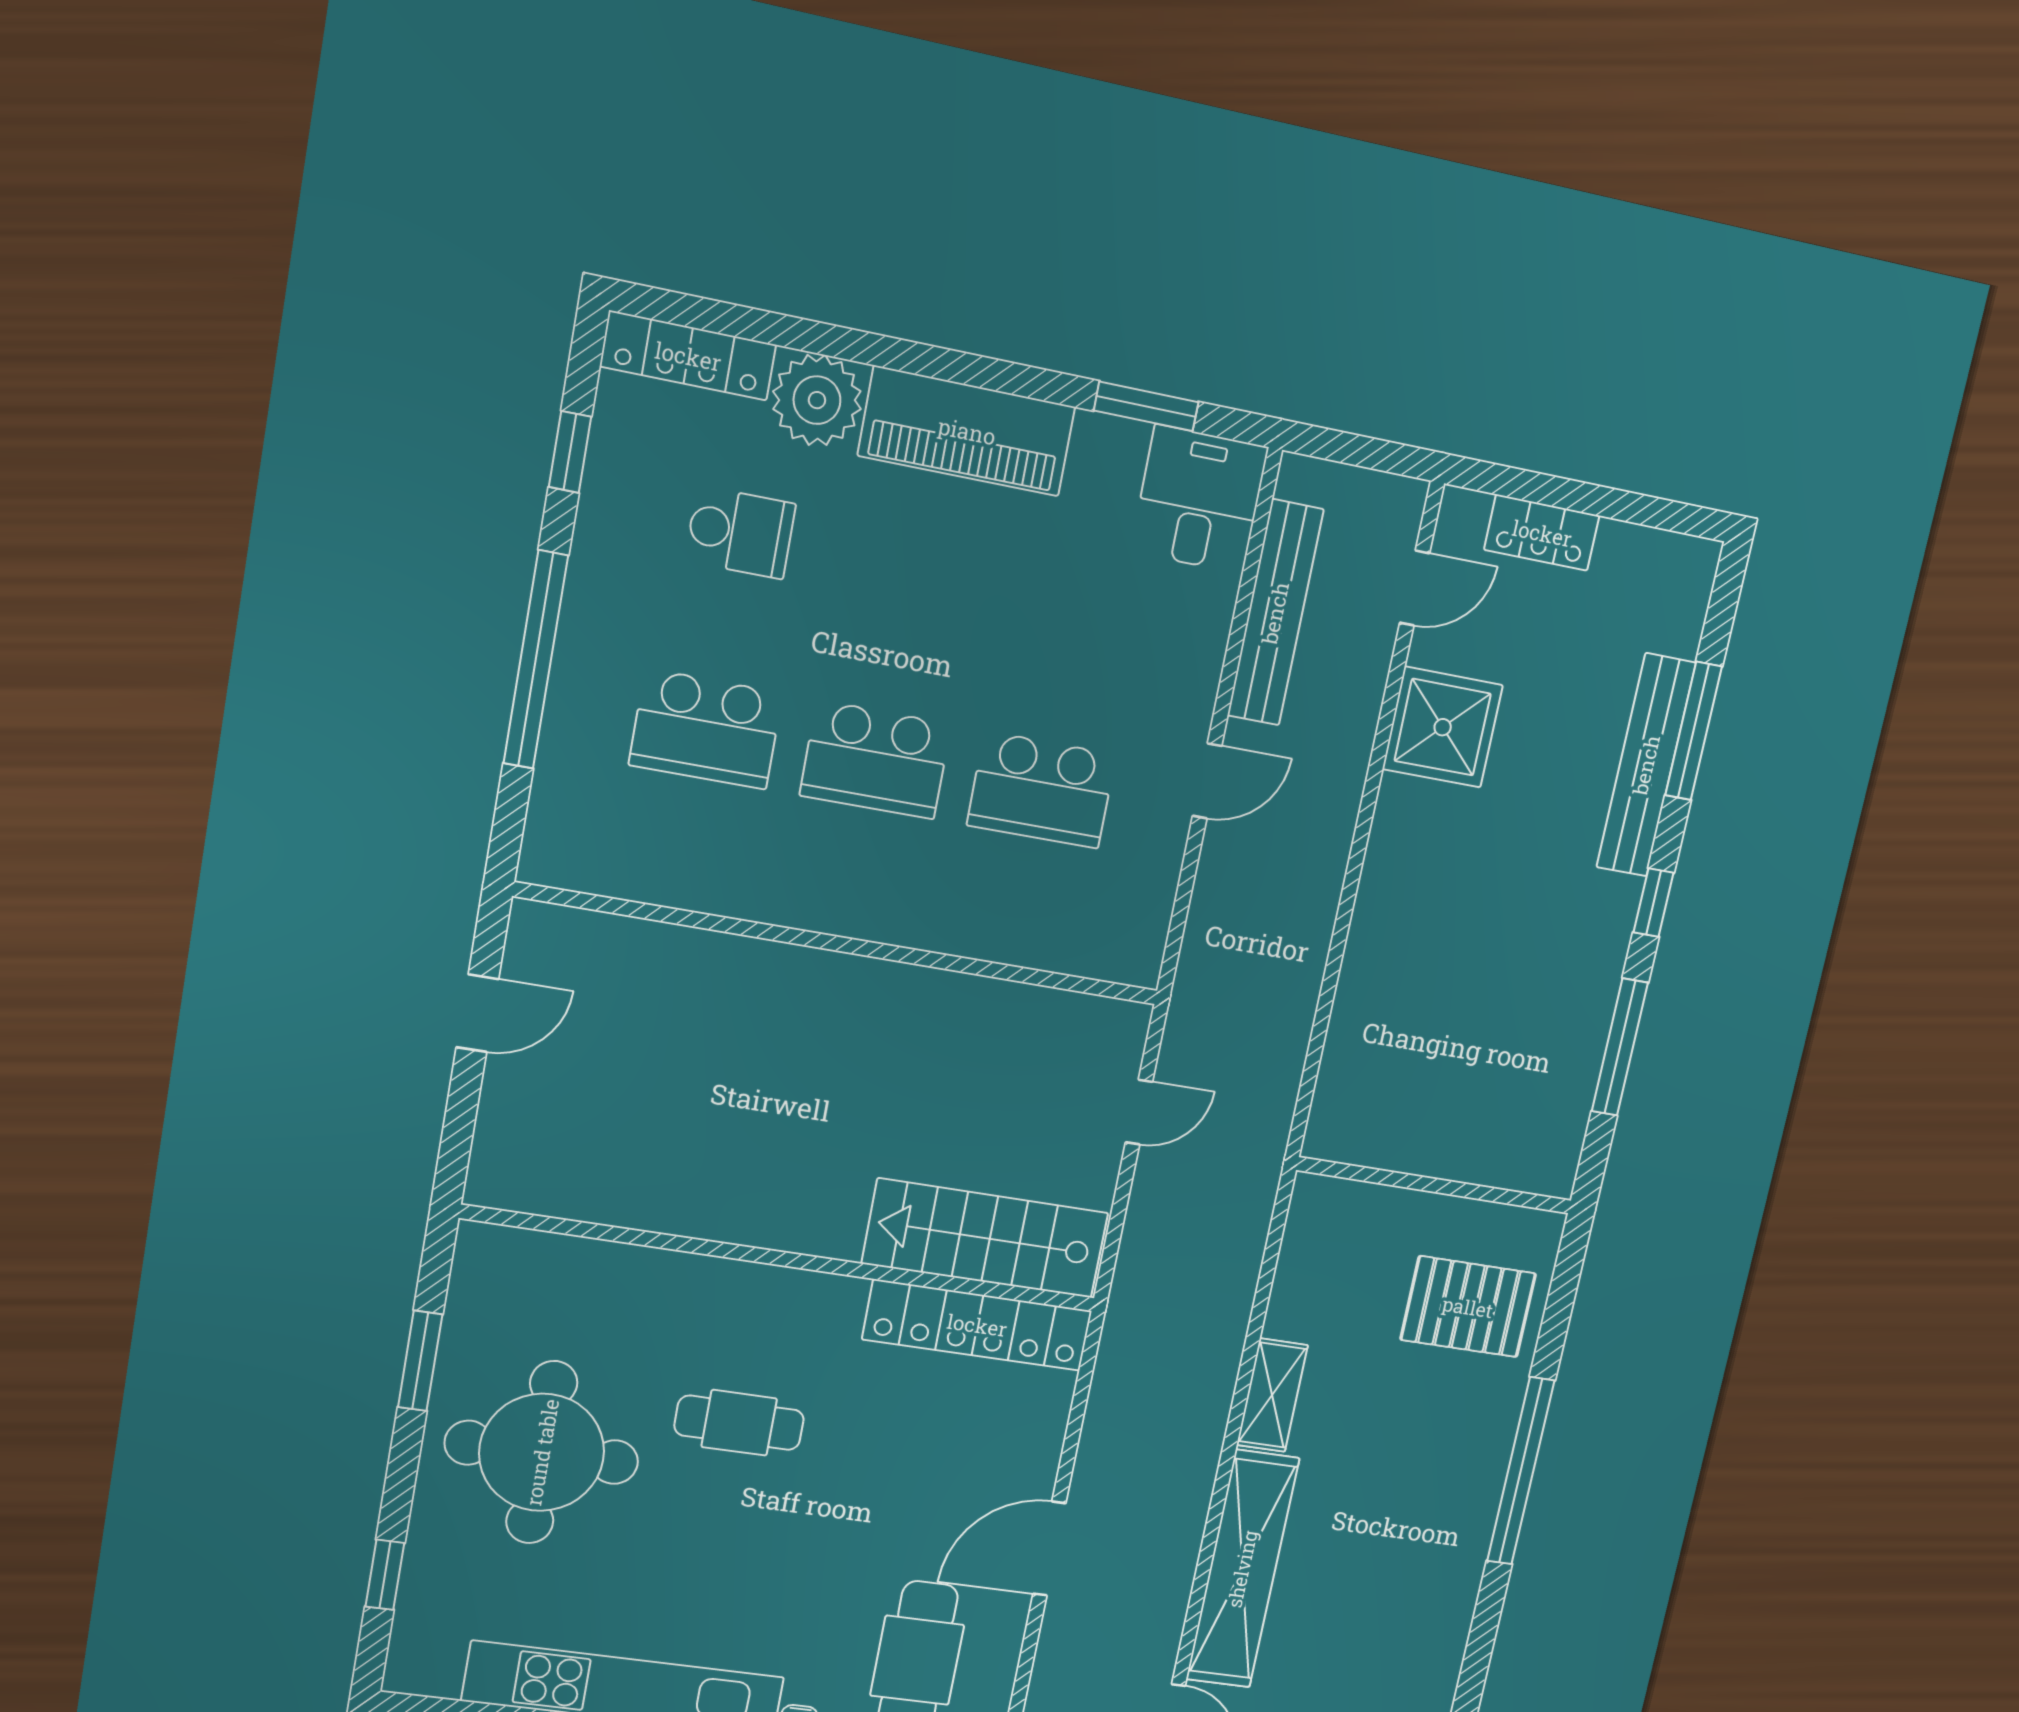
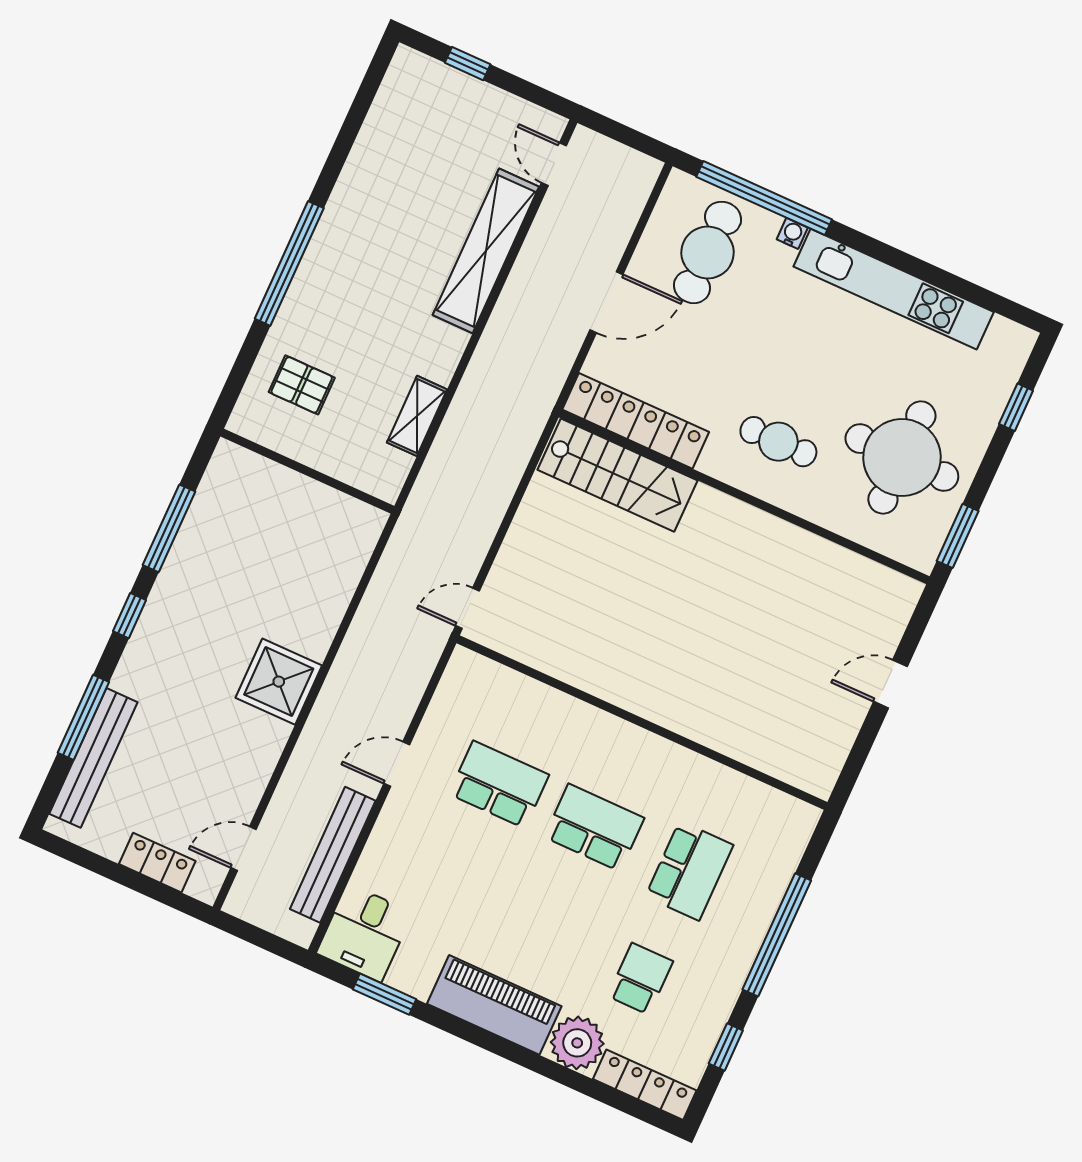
school desk: (740, 532) -> (640, 979), turned 90
shower: (1443, 727) -> (279, 682), moved
school desk: (706, 729) -> (689, 871), turned 90
bench: (1646, 765) -> (93, 758), moved
door: (477, 1013) -> (890, 684), moved
door: (1139, 1112) -> (467, 608), moved
stairs: (985, 1238) -> (617, 475), moved
wall: (783, 1259) -> (744, 497), moved
pallet: (1468, 1307) -> (302, 385), width x0.67, depth x0.71
locker: (977, 1325) -> (636, 421), moved
shelving: (1272, 1395) -> (417, 416), moved

